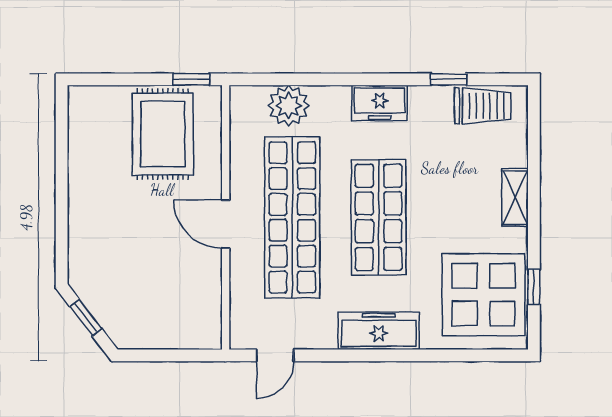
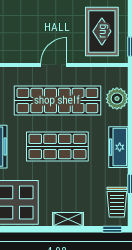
freezer: (380, 103) -> (118, 147), width x1.40
rug: (163, 134) -> (102, 31), turned 90
window: (534, 287) -> (112, 229), moved

